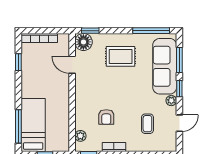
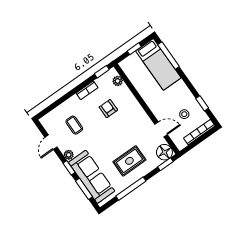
window: (151, 31) -> (131, 189), moved
stool: (42, 64) -> (184, 114), added

